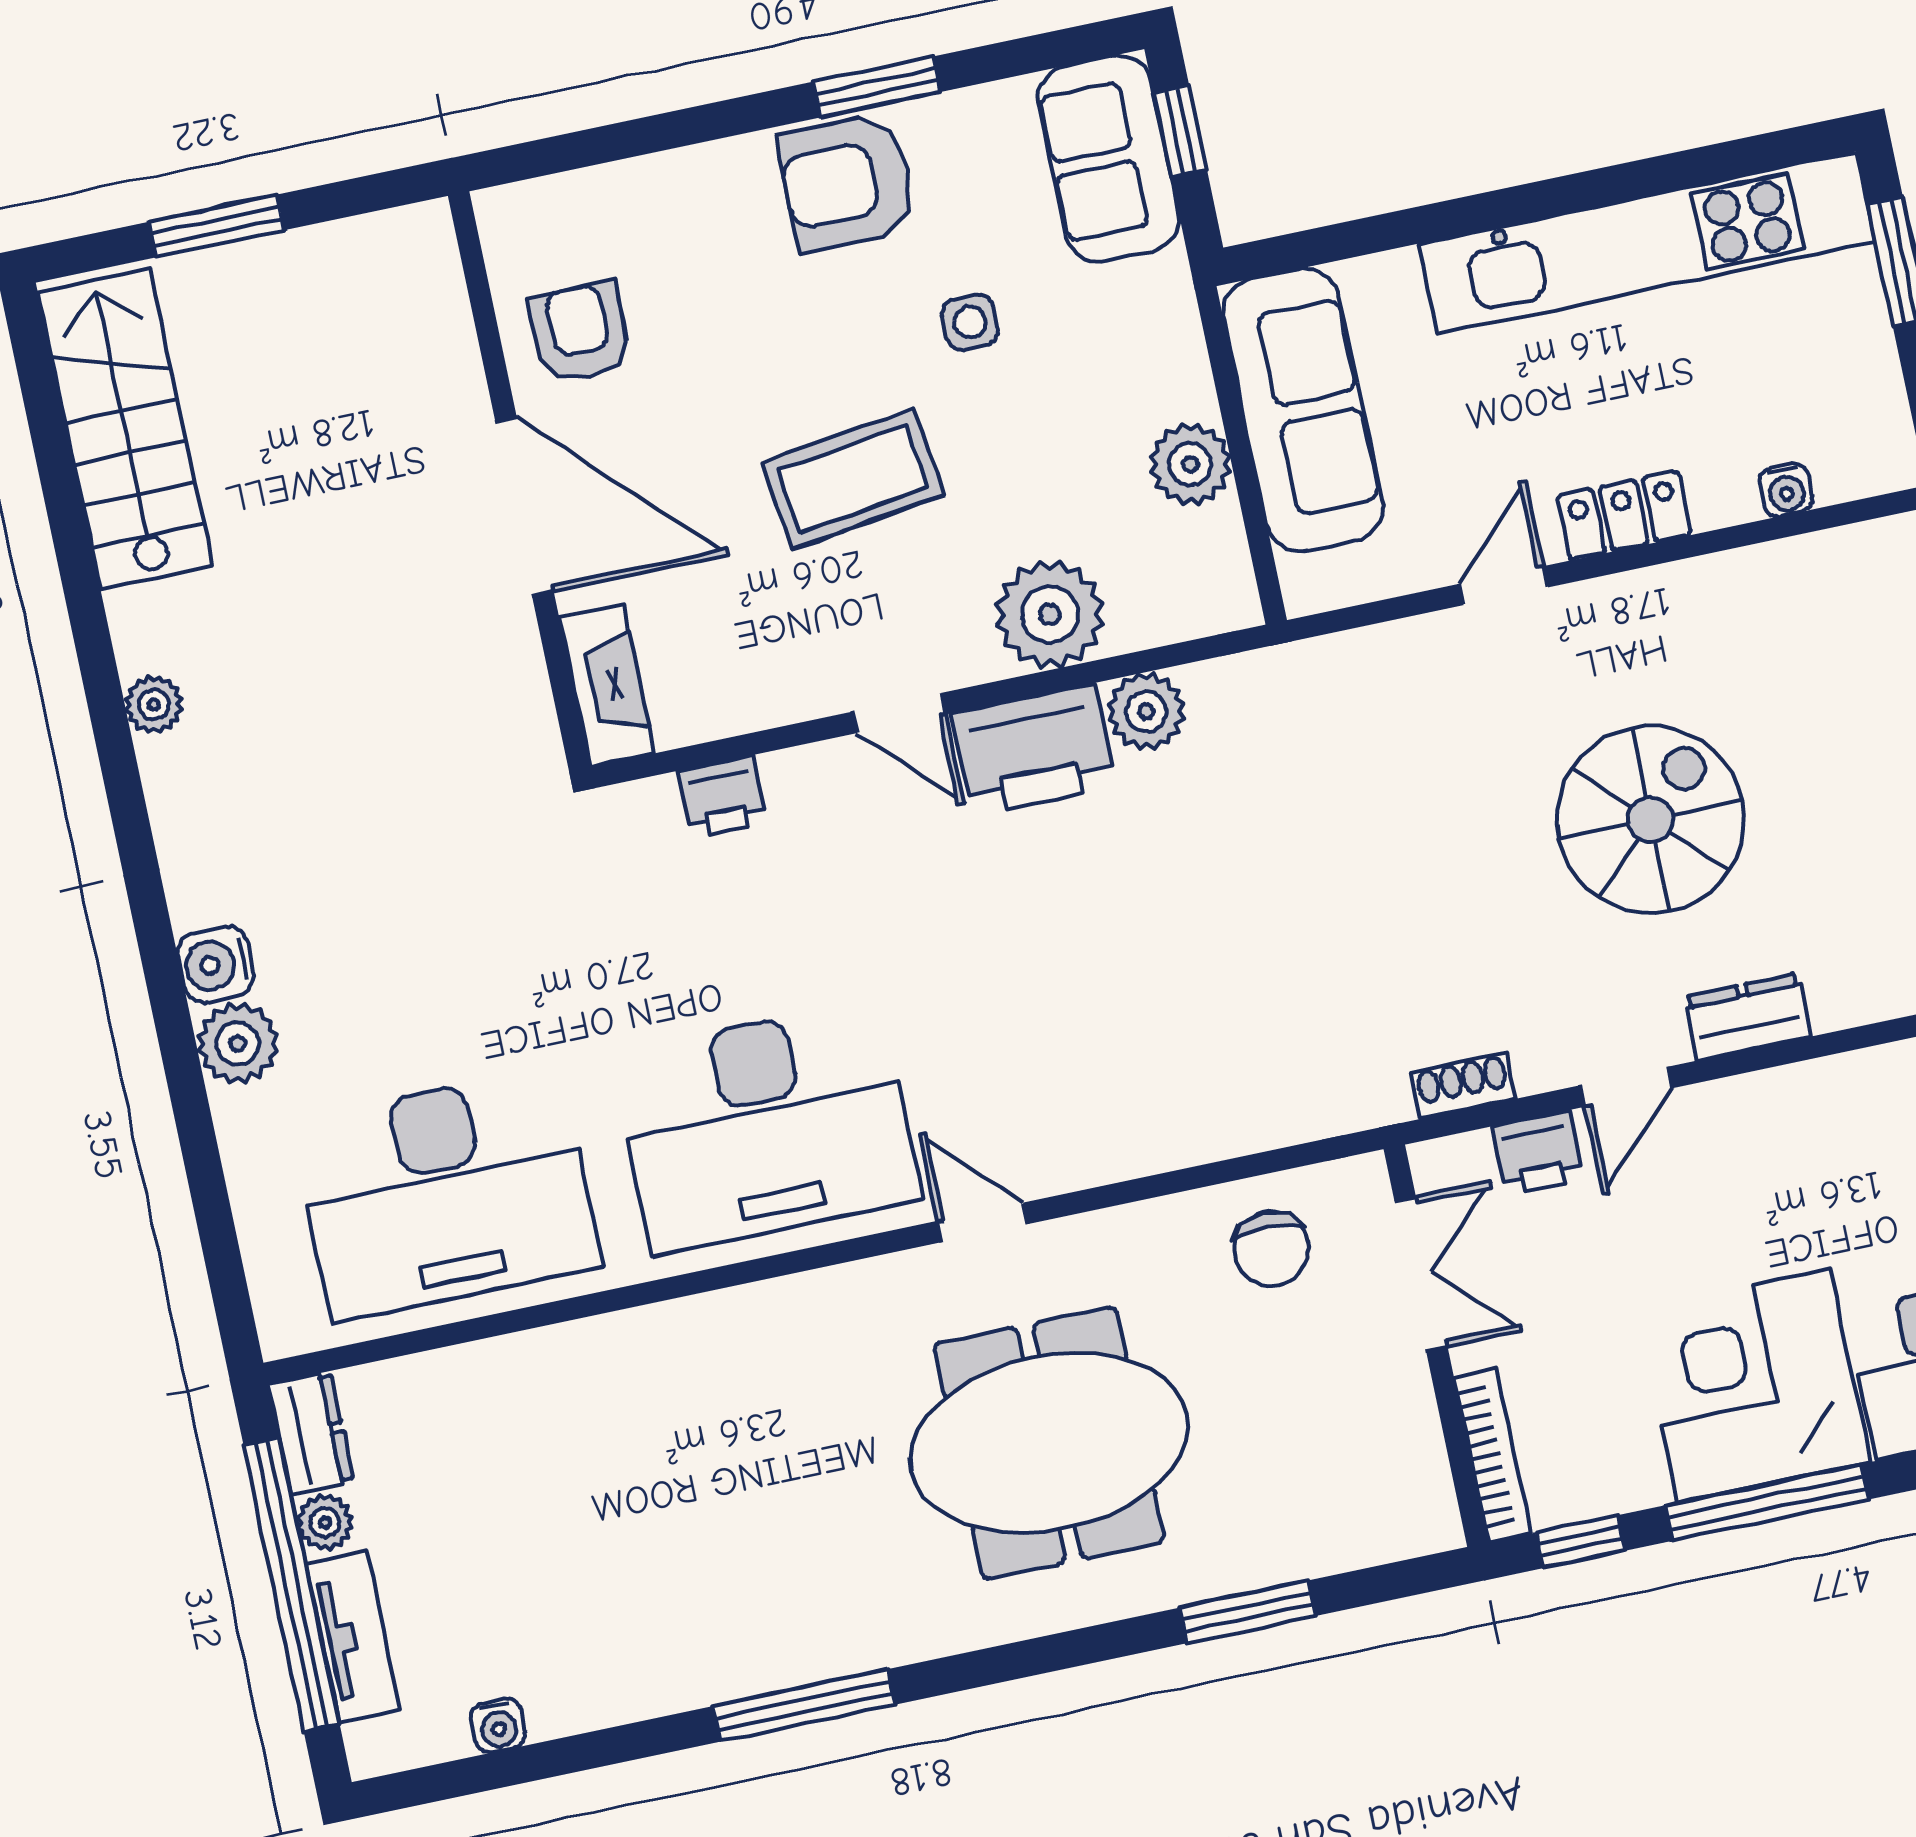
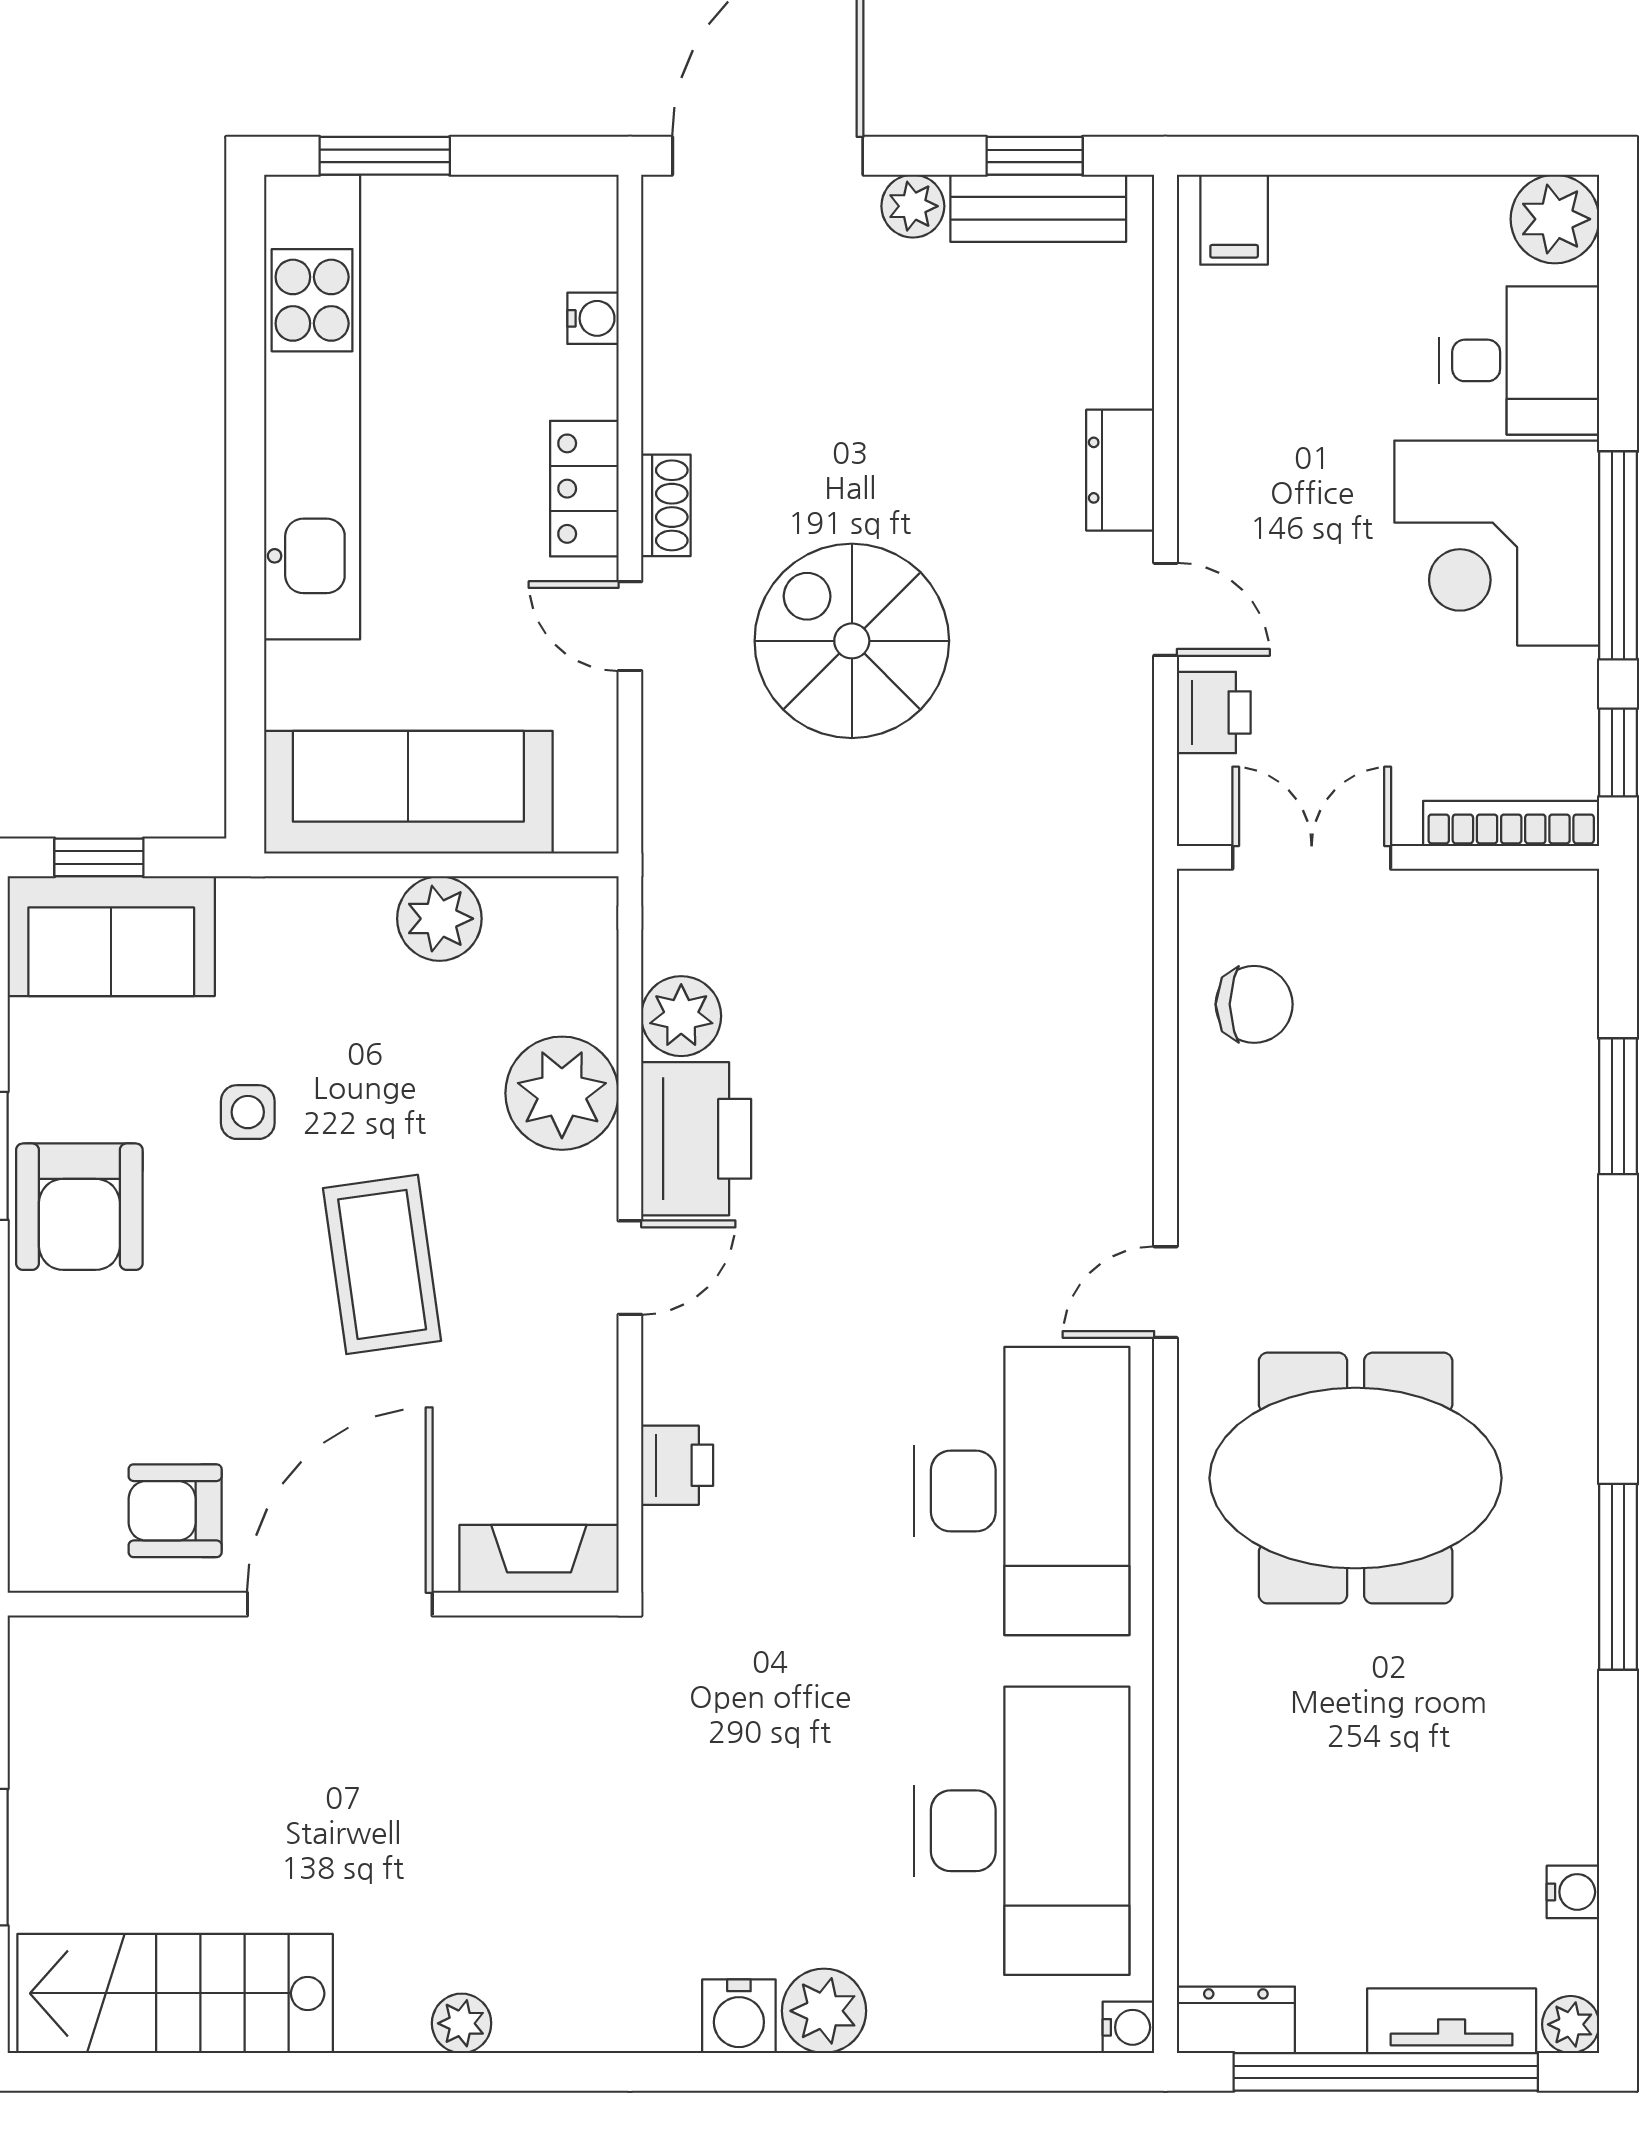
spiral stairs: (1651, 820) -> (852, 641), moved
shoe rack: (1463, 1086) -> (666, 505), moved, turned 180
water cooler: (282, 1334) -> (1128, 2027), added
meeting table: (1049, 1443) -> (1356, 1478), moved, turned 90
plant: (325, 1522) -> (1571, 2024), moved

